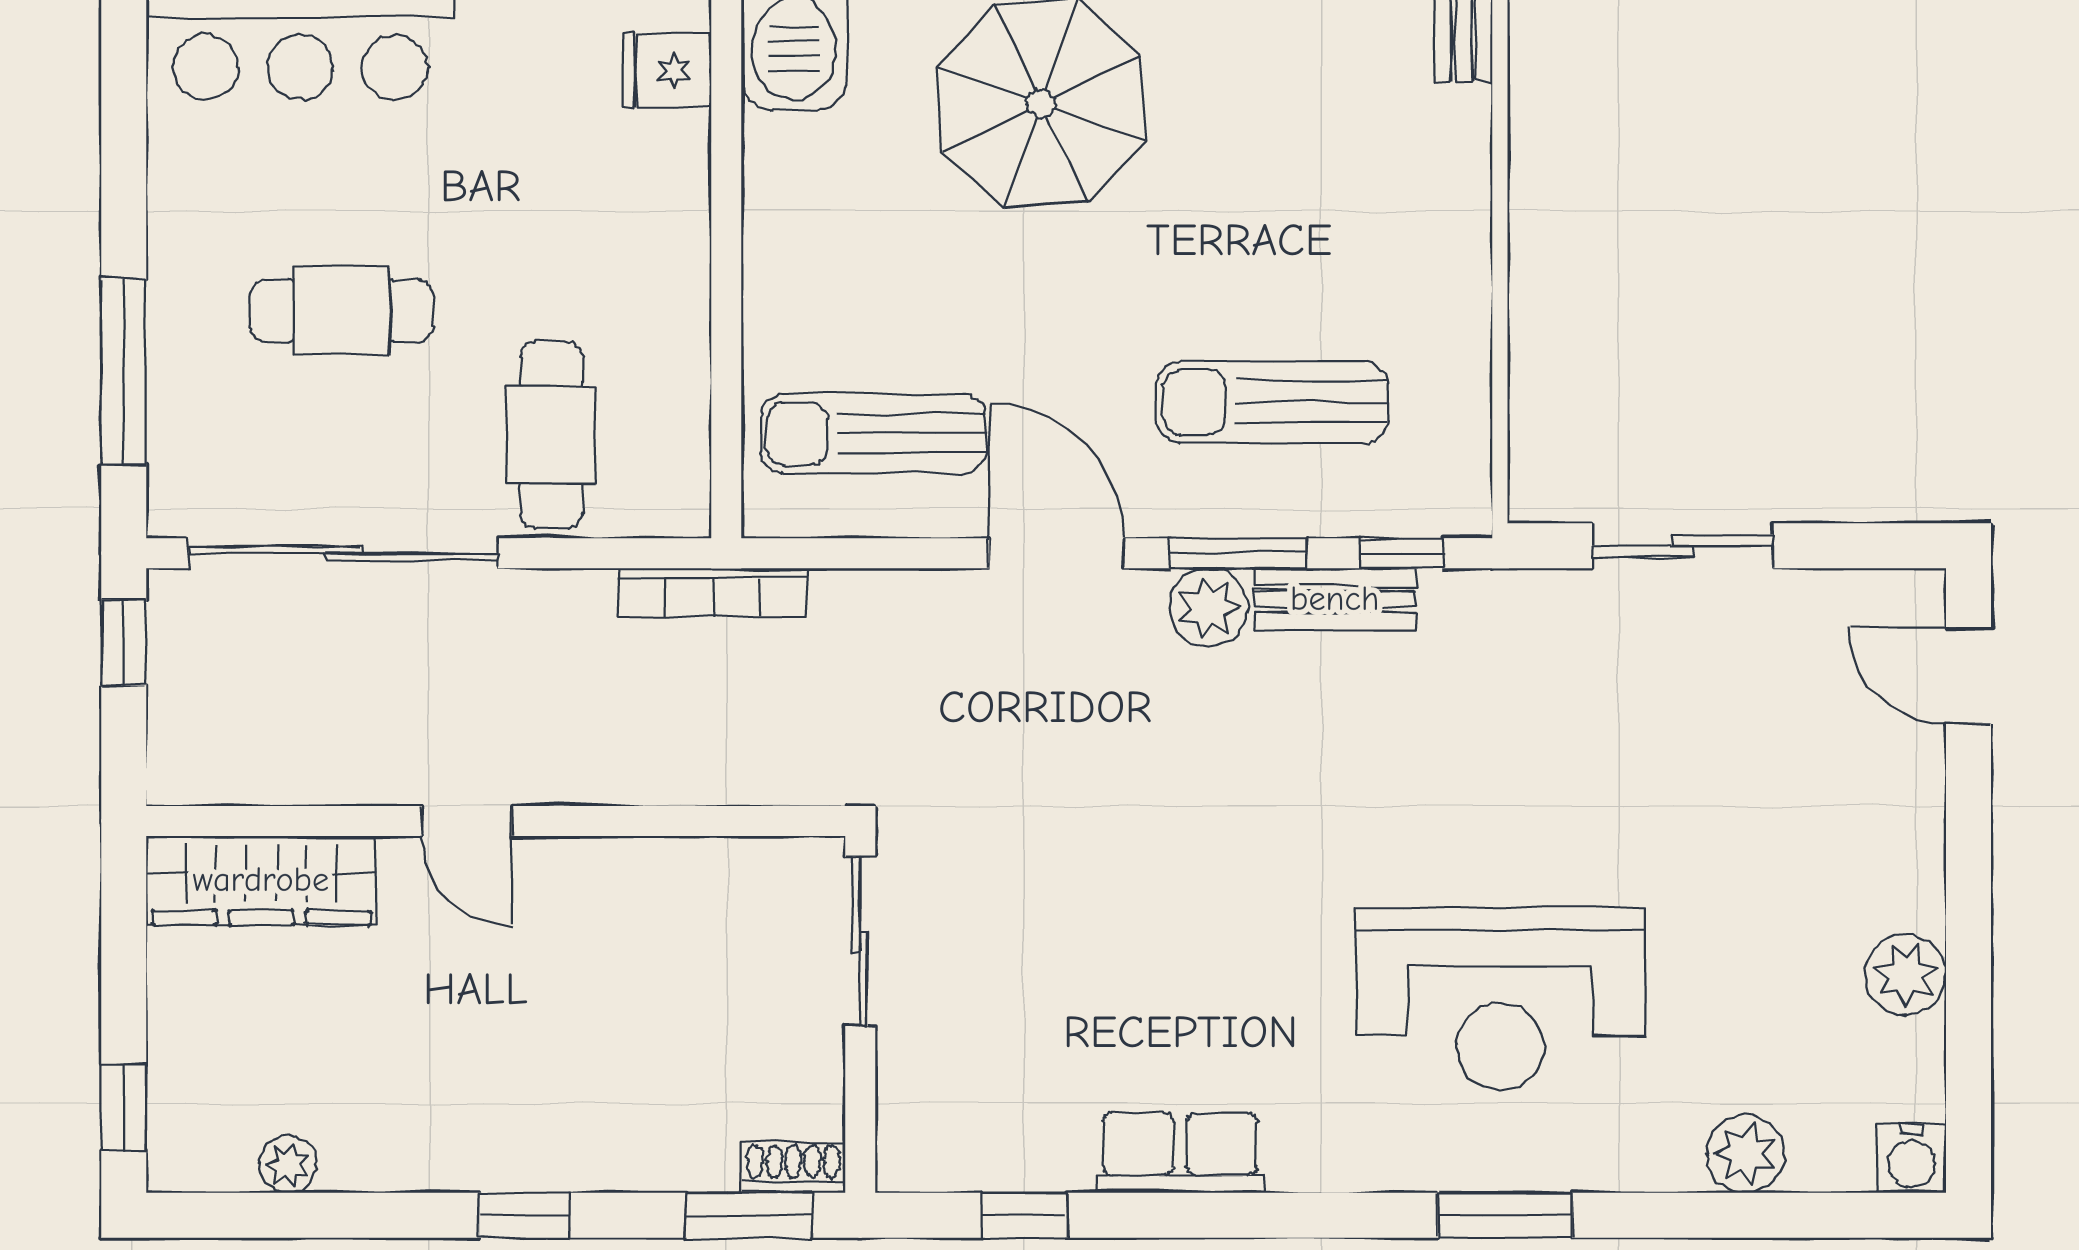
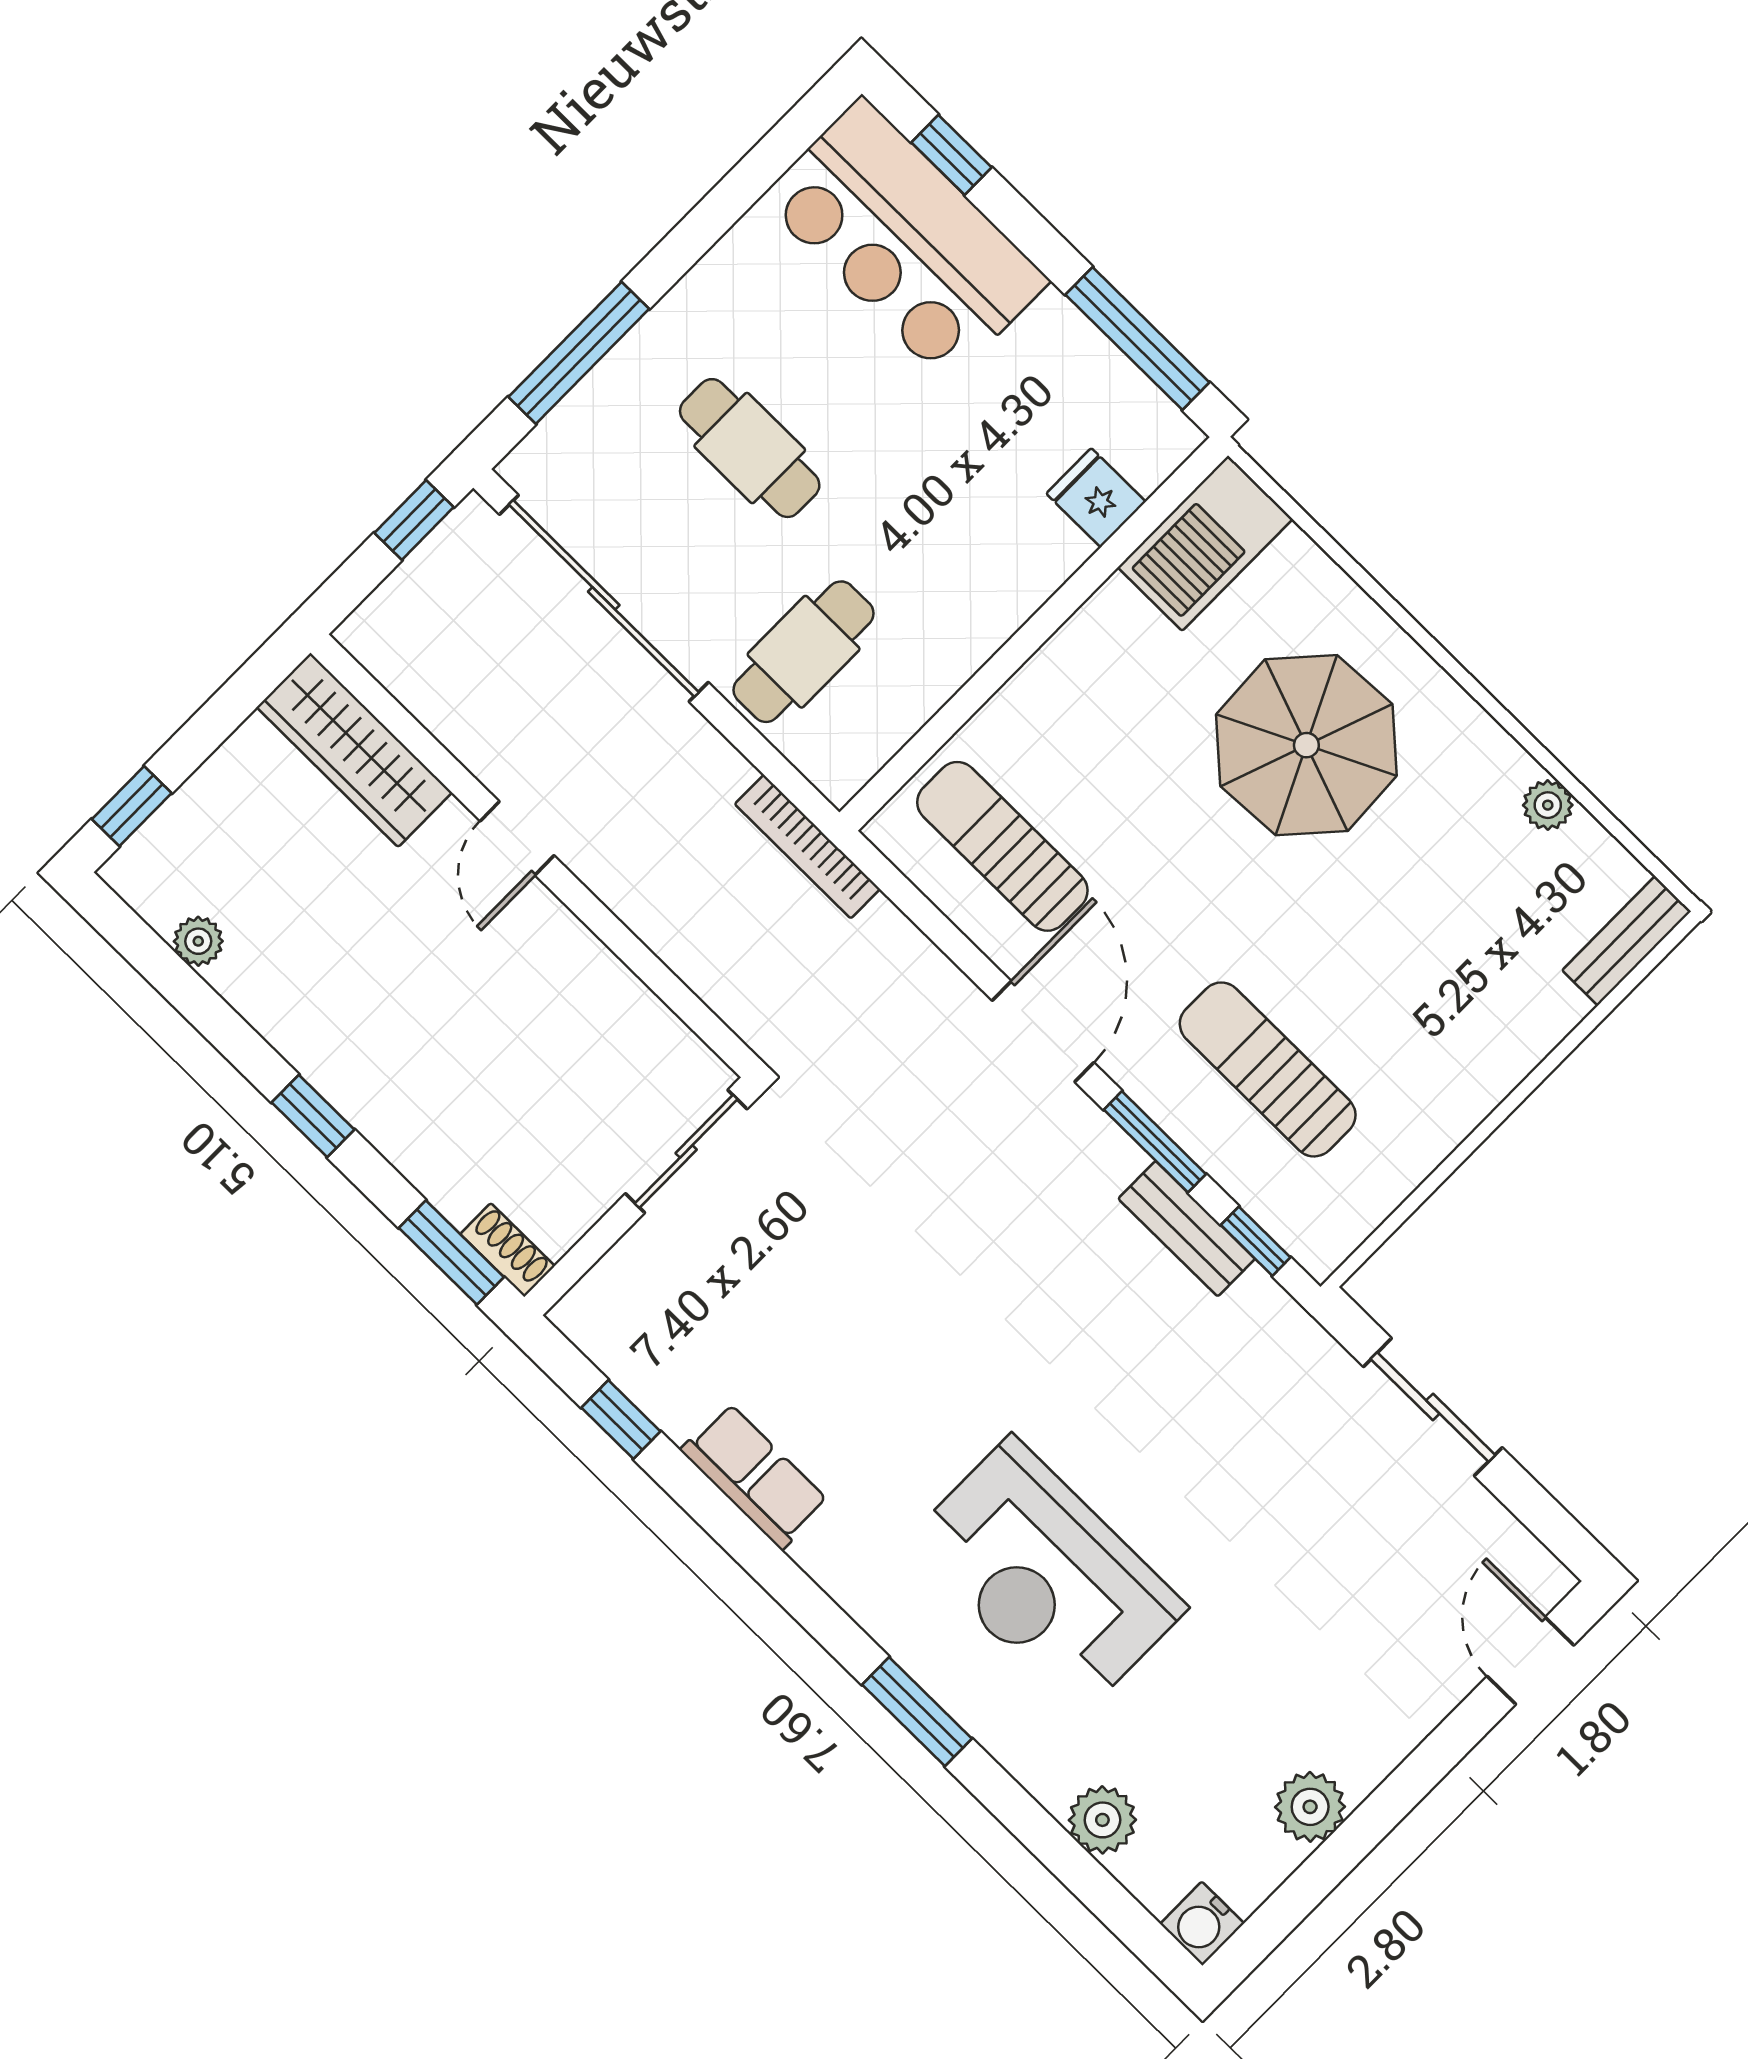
plant: (1209, 607) -> (1104, 1157), removed

